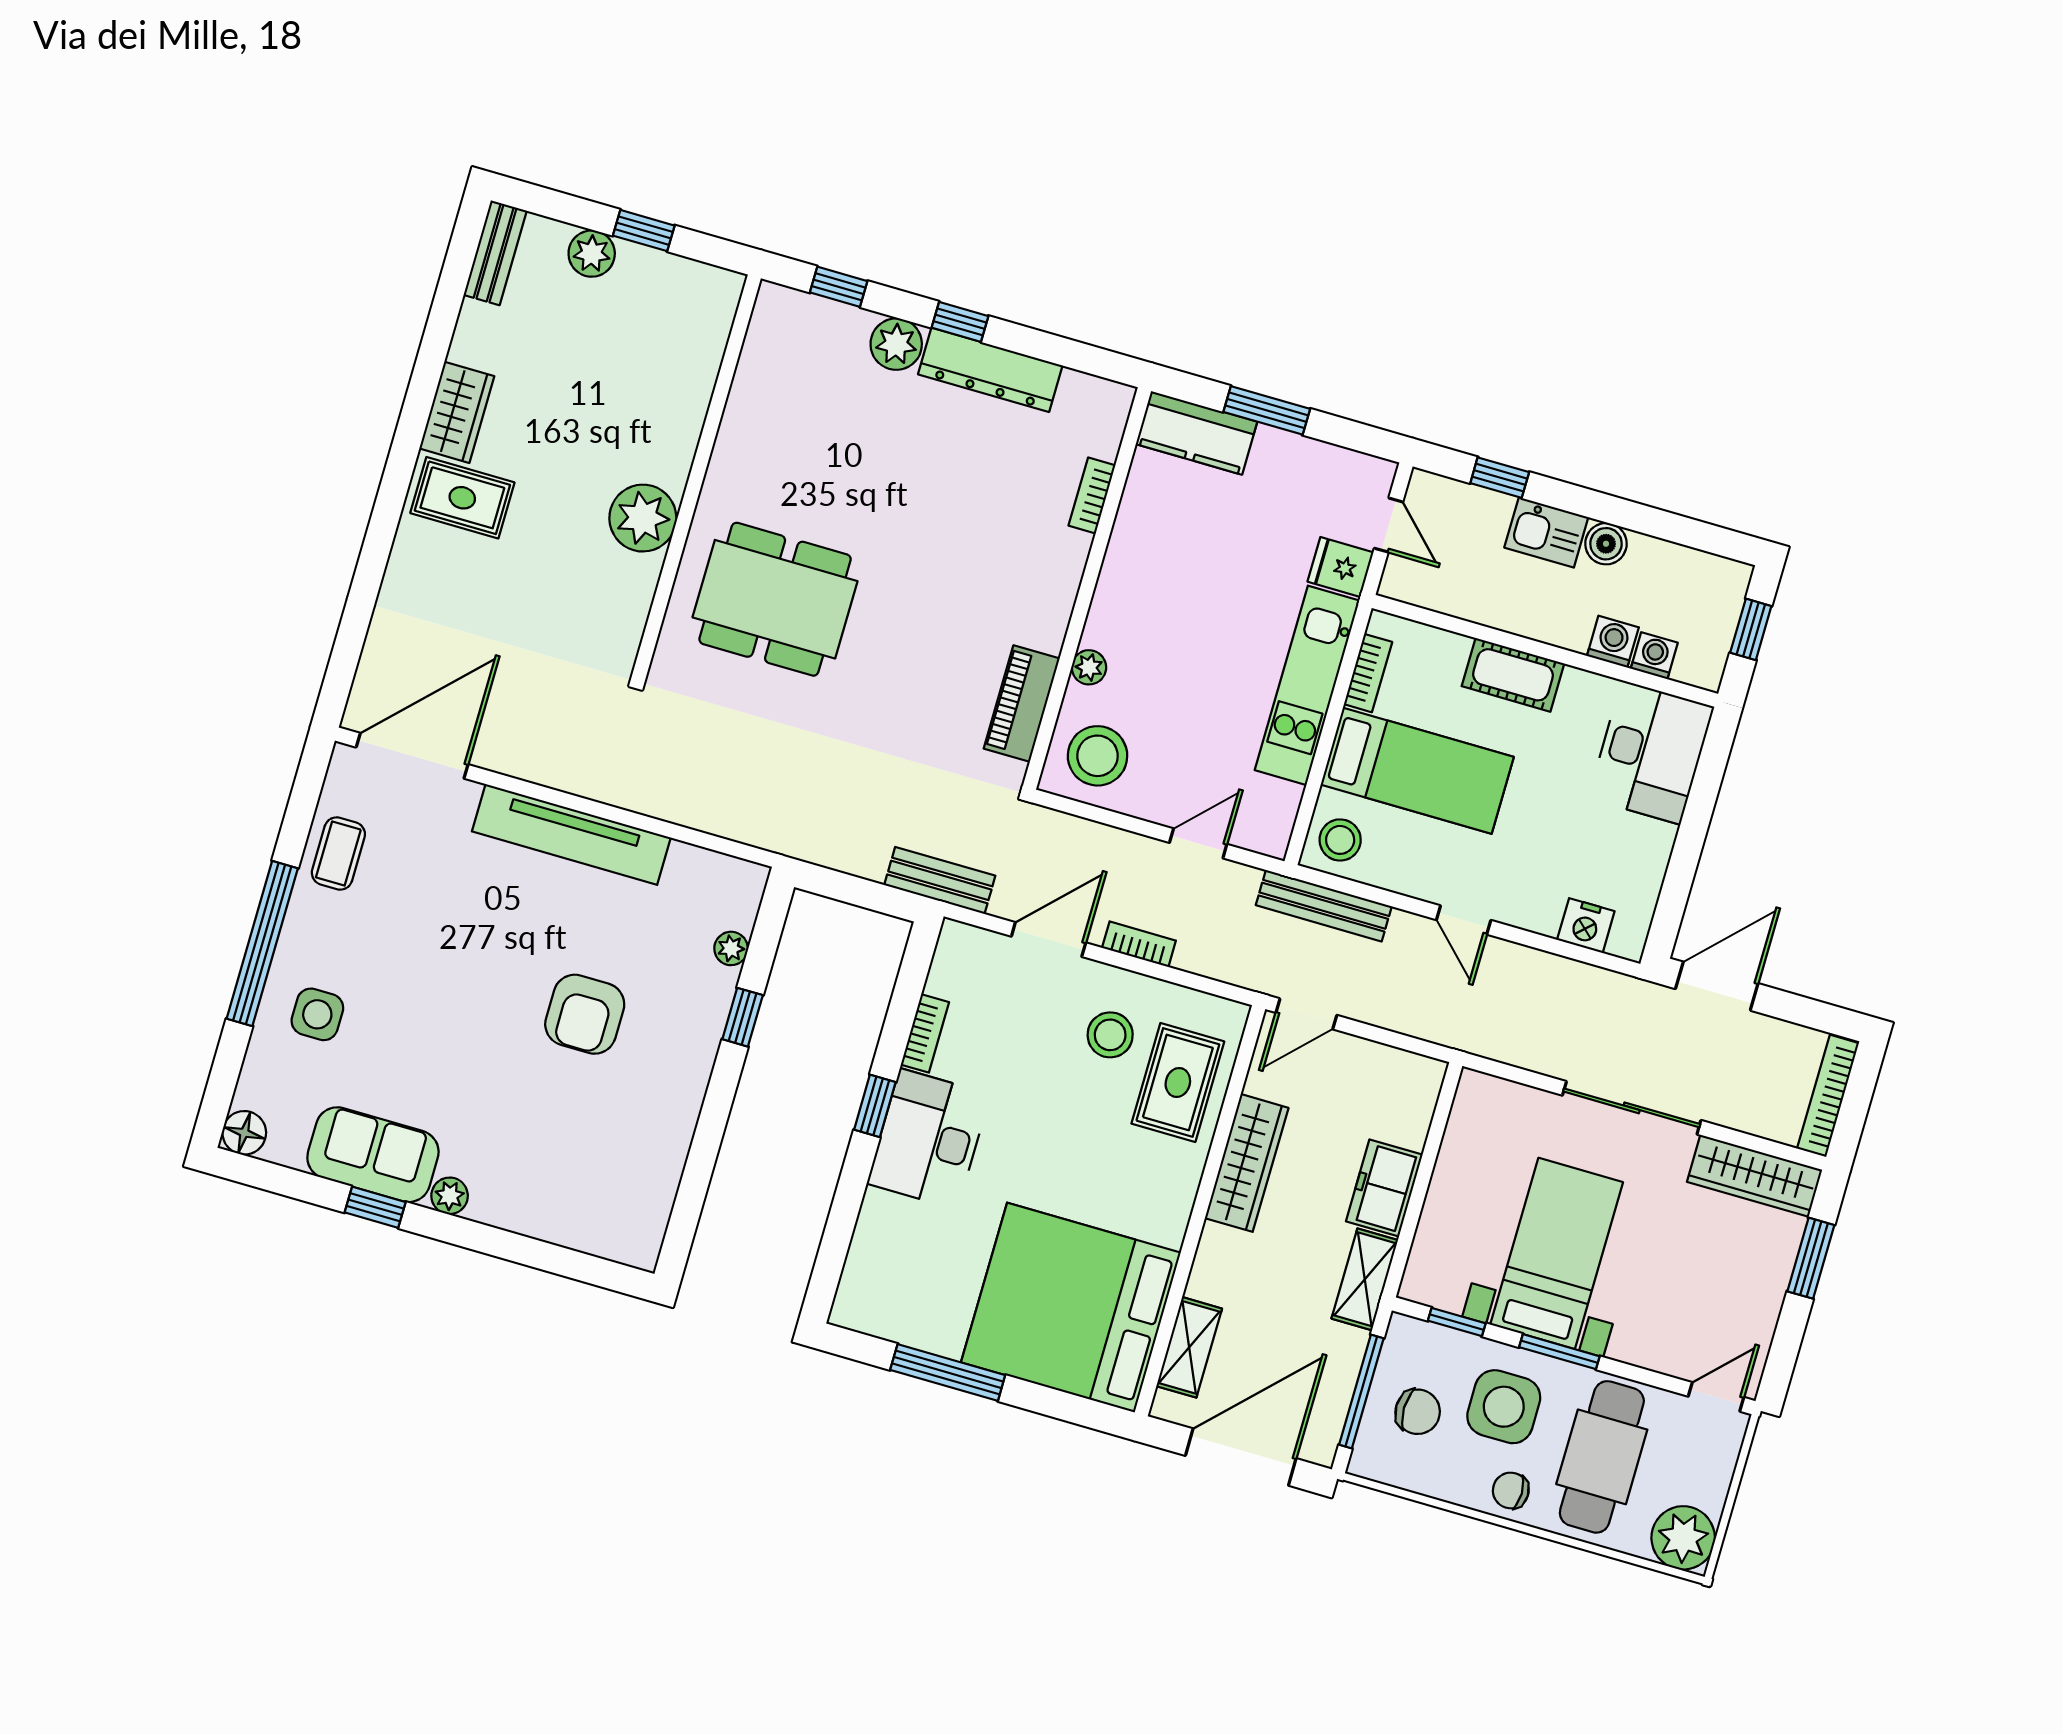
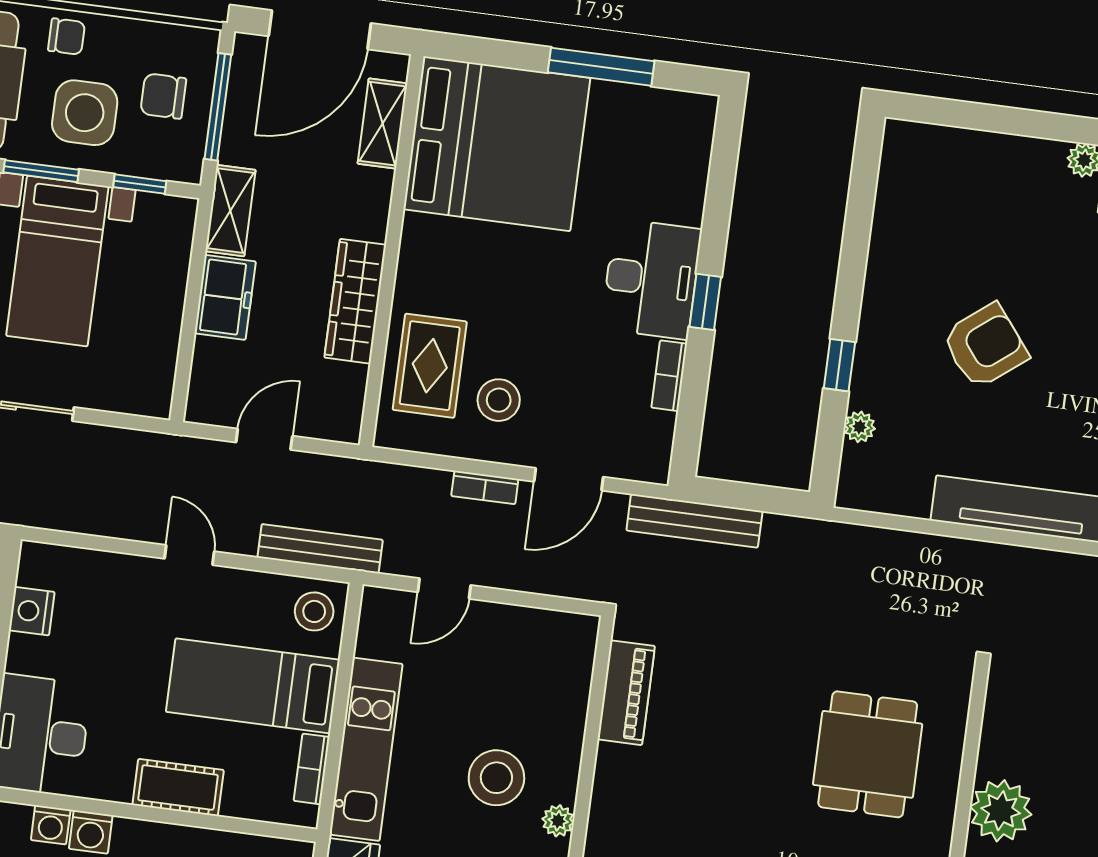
dining table: (775, 599) -> (868, 754), width x0.73
plant: (1089, 667) -> (558, 821), moved
stool: (1098, 756) -> (496, 778), moved
bench: (940, 880) -> (694, 521), width x1.36
nightstand: (1586, 926) -> (32, 611), moved, turned -90
armchair: (585, 1014) -> (985, 346), turned 52
door: (1306, 1014) -> (264, 439), moved

